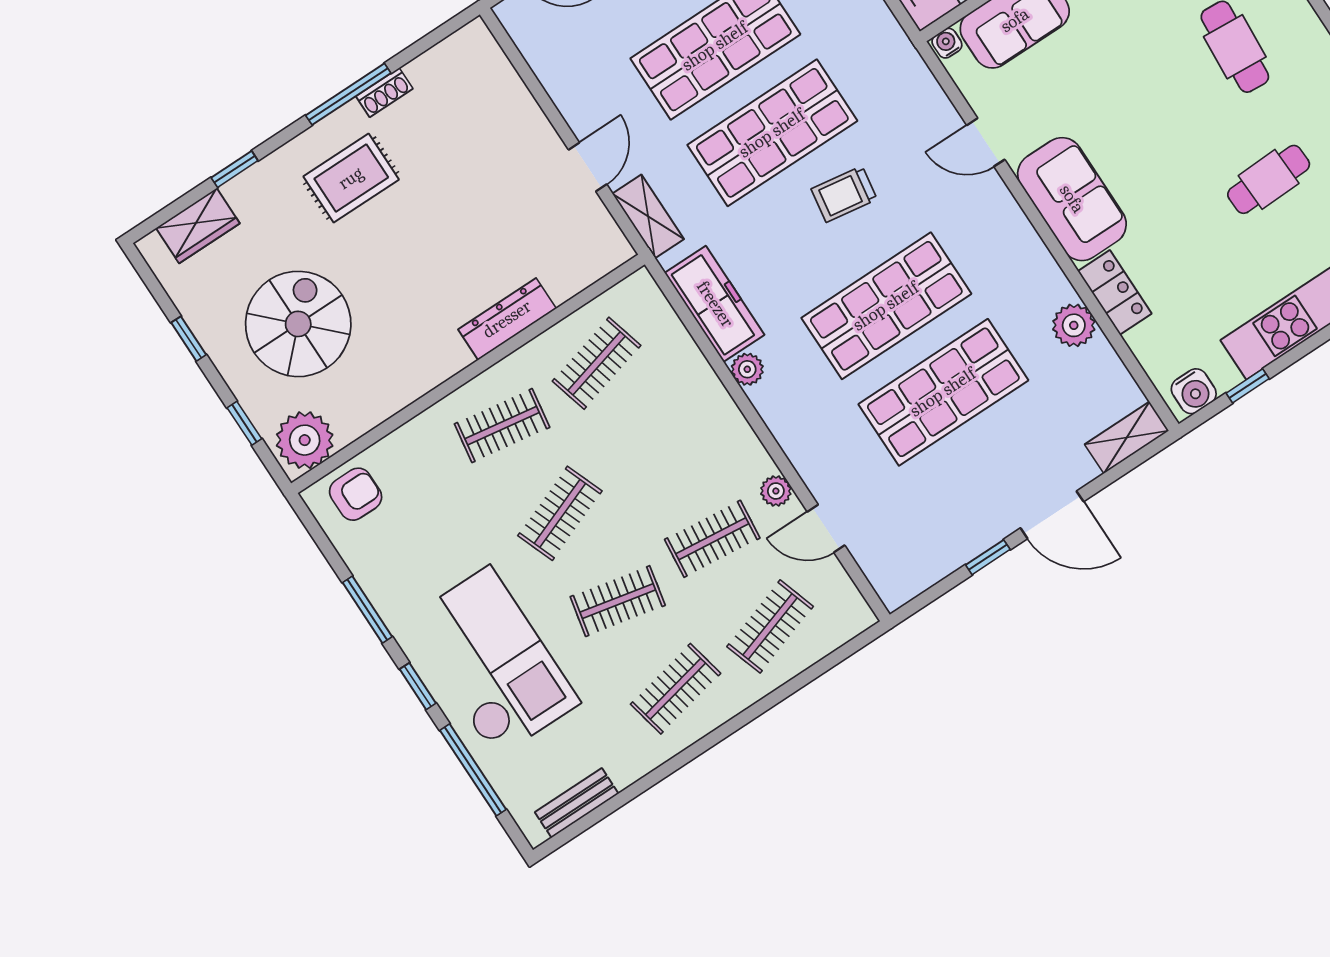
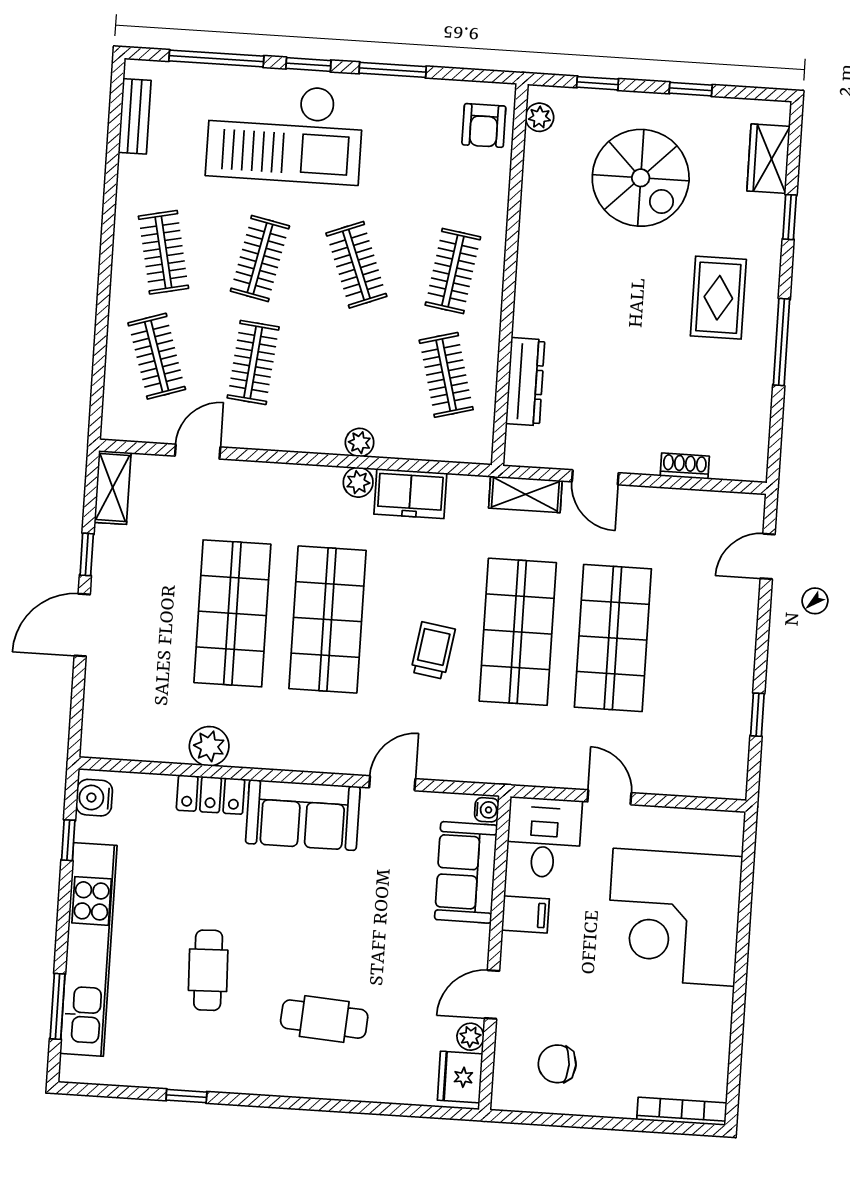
shoe rack: (384, 92) -> (685, 466), moved, turned 90
freezer: (715, 304) -> (410, 494), width x0.71
dresser: (507, 319) -> (525, 382), moved
shelving: (1127, 438) -> (113, 487), moved
plant: (305, 440) -> (540, 117), width x0.53, depth x0.53
plant: (776, 491) -> (360, 443), moved

